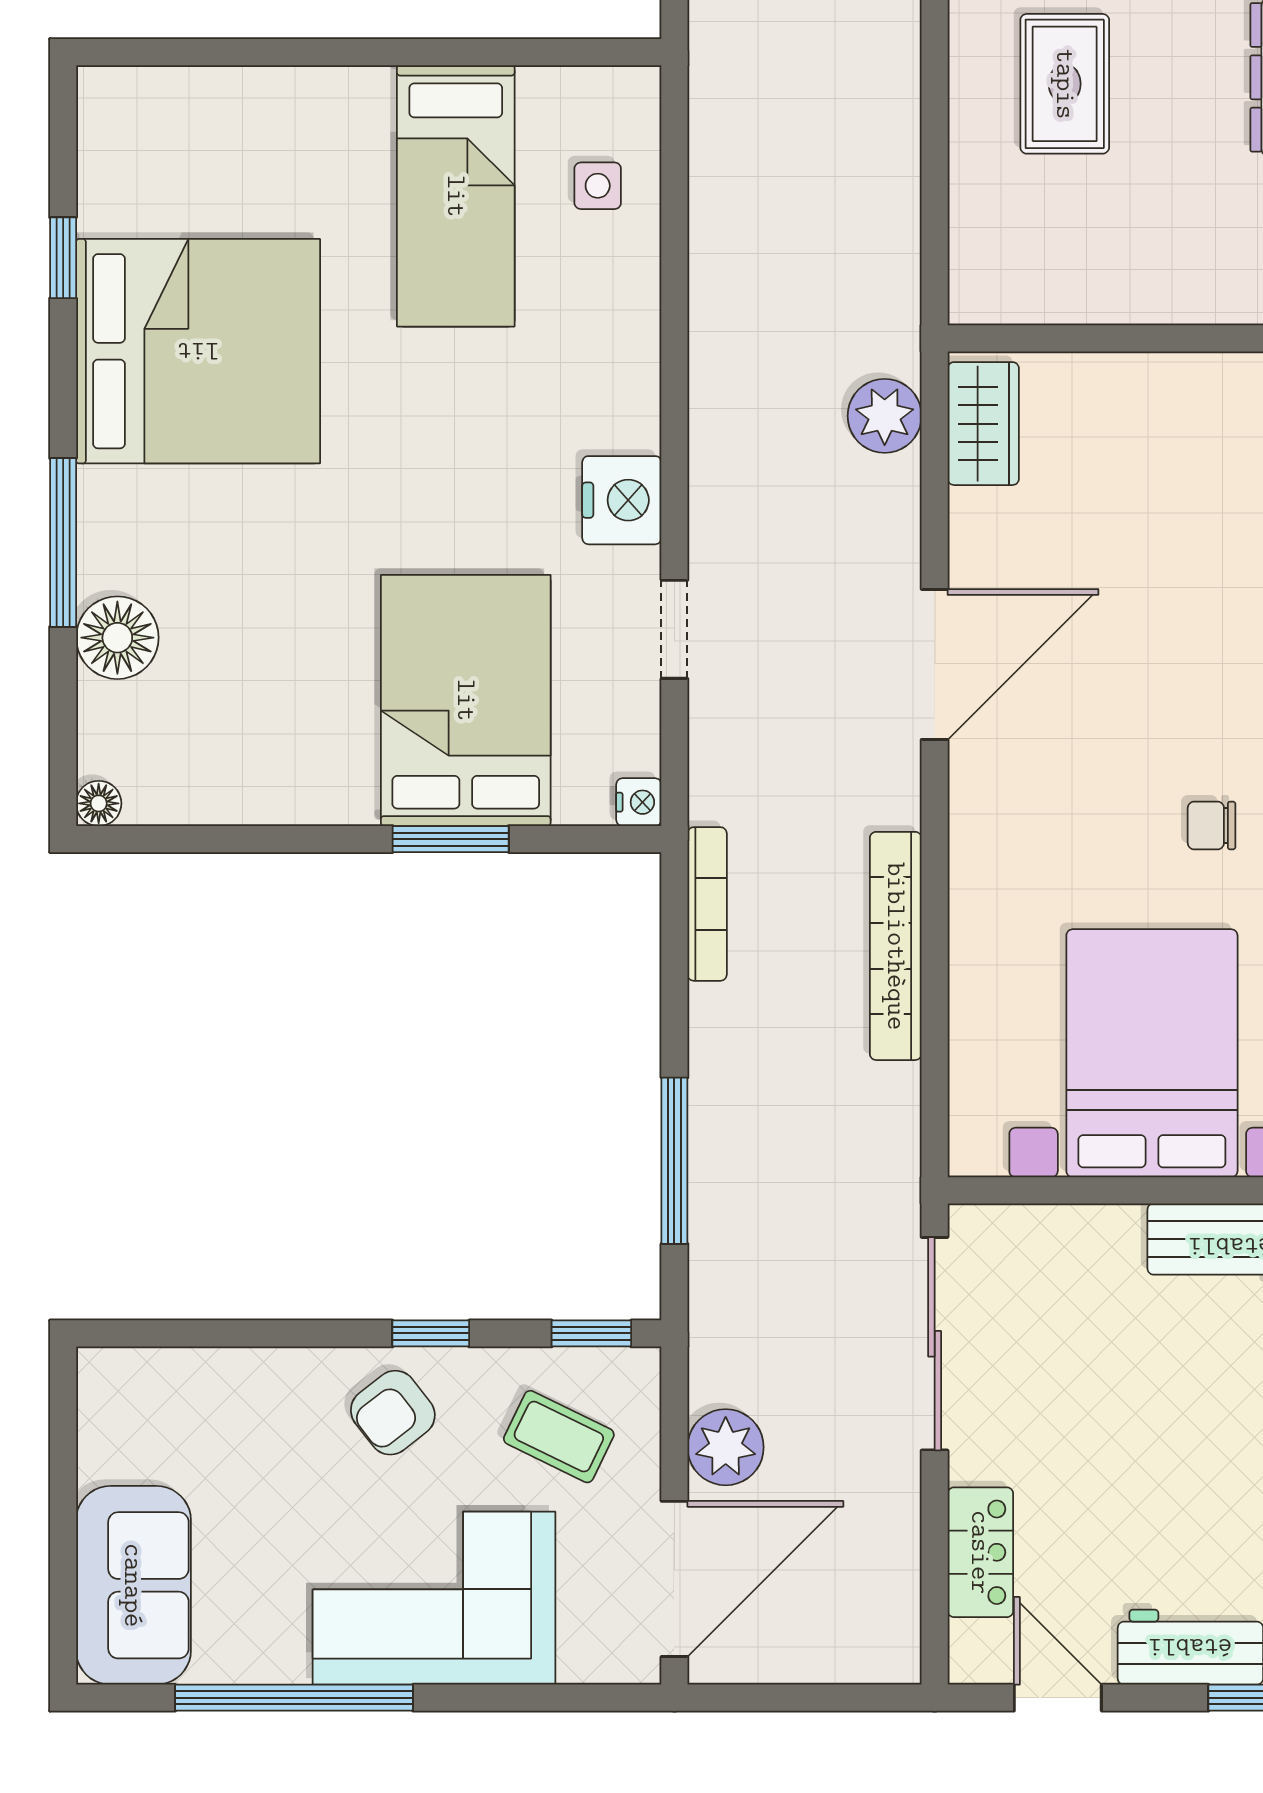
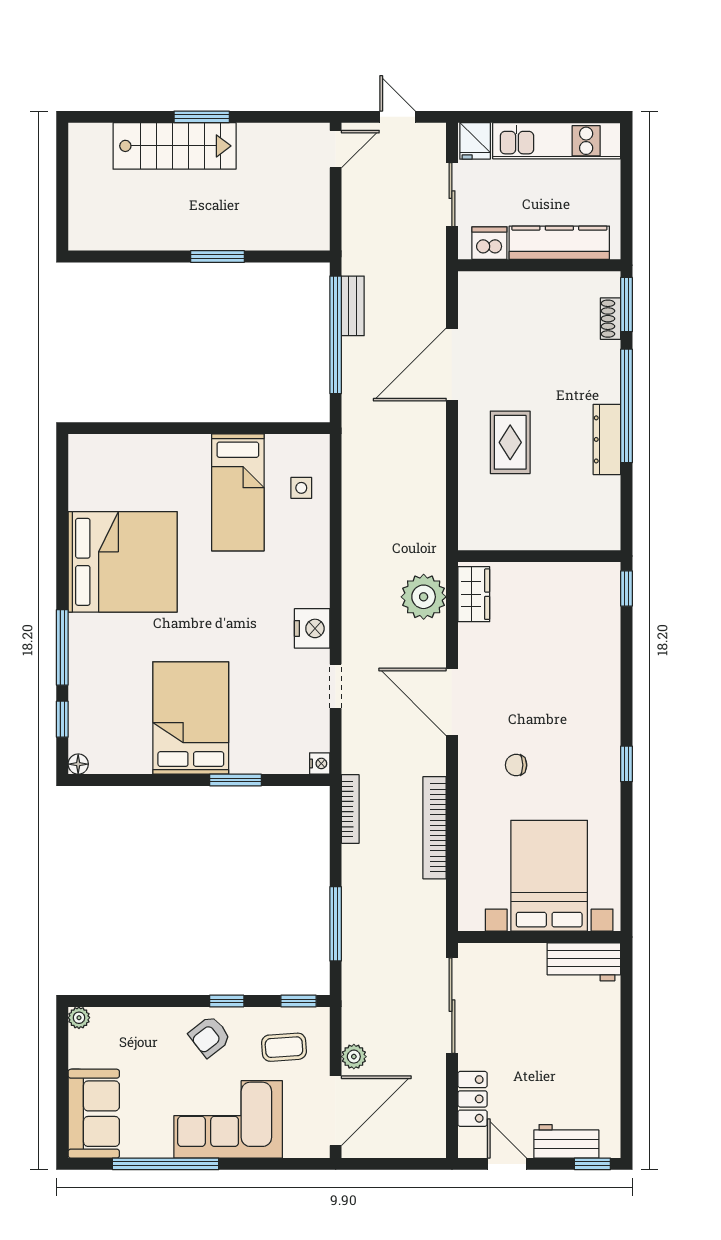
window: (63, 258) -> (62, 719), moved
plant: (885, 416) -> (424, 597), width x1.36, depth x1.36
floor lamp: (117, 638) -> (87, 690), removed
door: (935, 664) -> (452, 702), swing flipped
bed: (466, 700) -> (191, 718), moved
chair: (1212, 825) -> (516, 765), moved
plant: (100, 1371) -> (79, 1018), added
coffee table: (559, 1437) -> (284, 1047), turned -30
plant: (726, 1447) -> (354, 1057), width x0.73, depth x0.73

